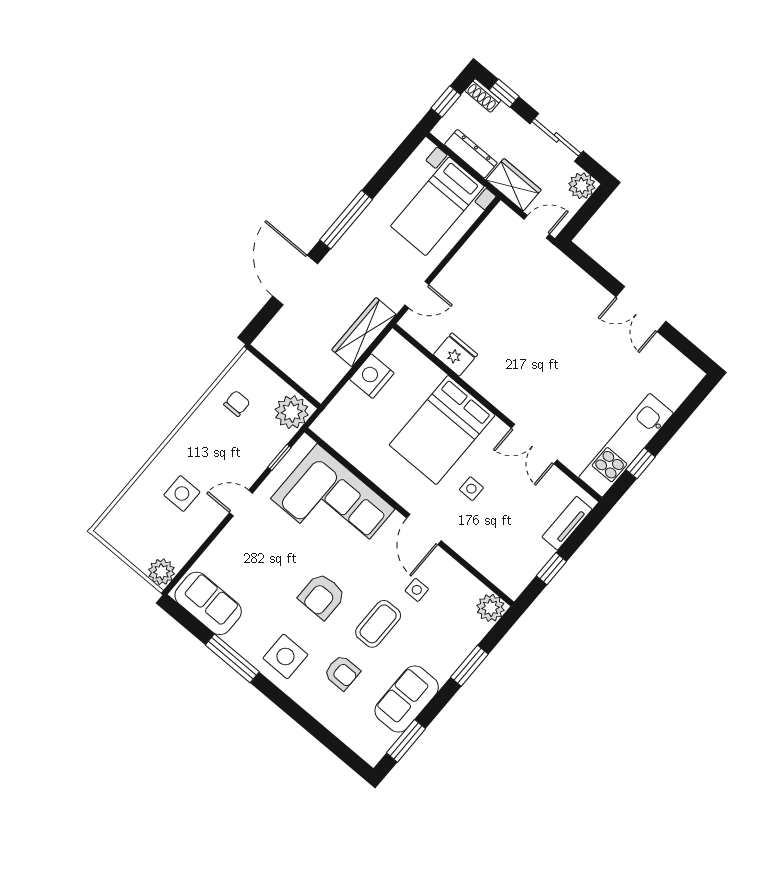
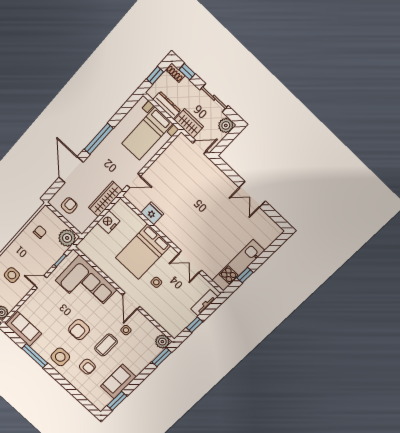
armchair: (294, 349) -> (69, 206), added
window: (469, 666) -> (162, 357), moved

